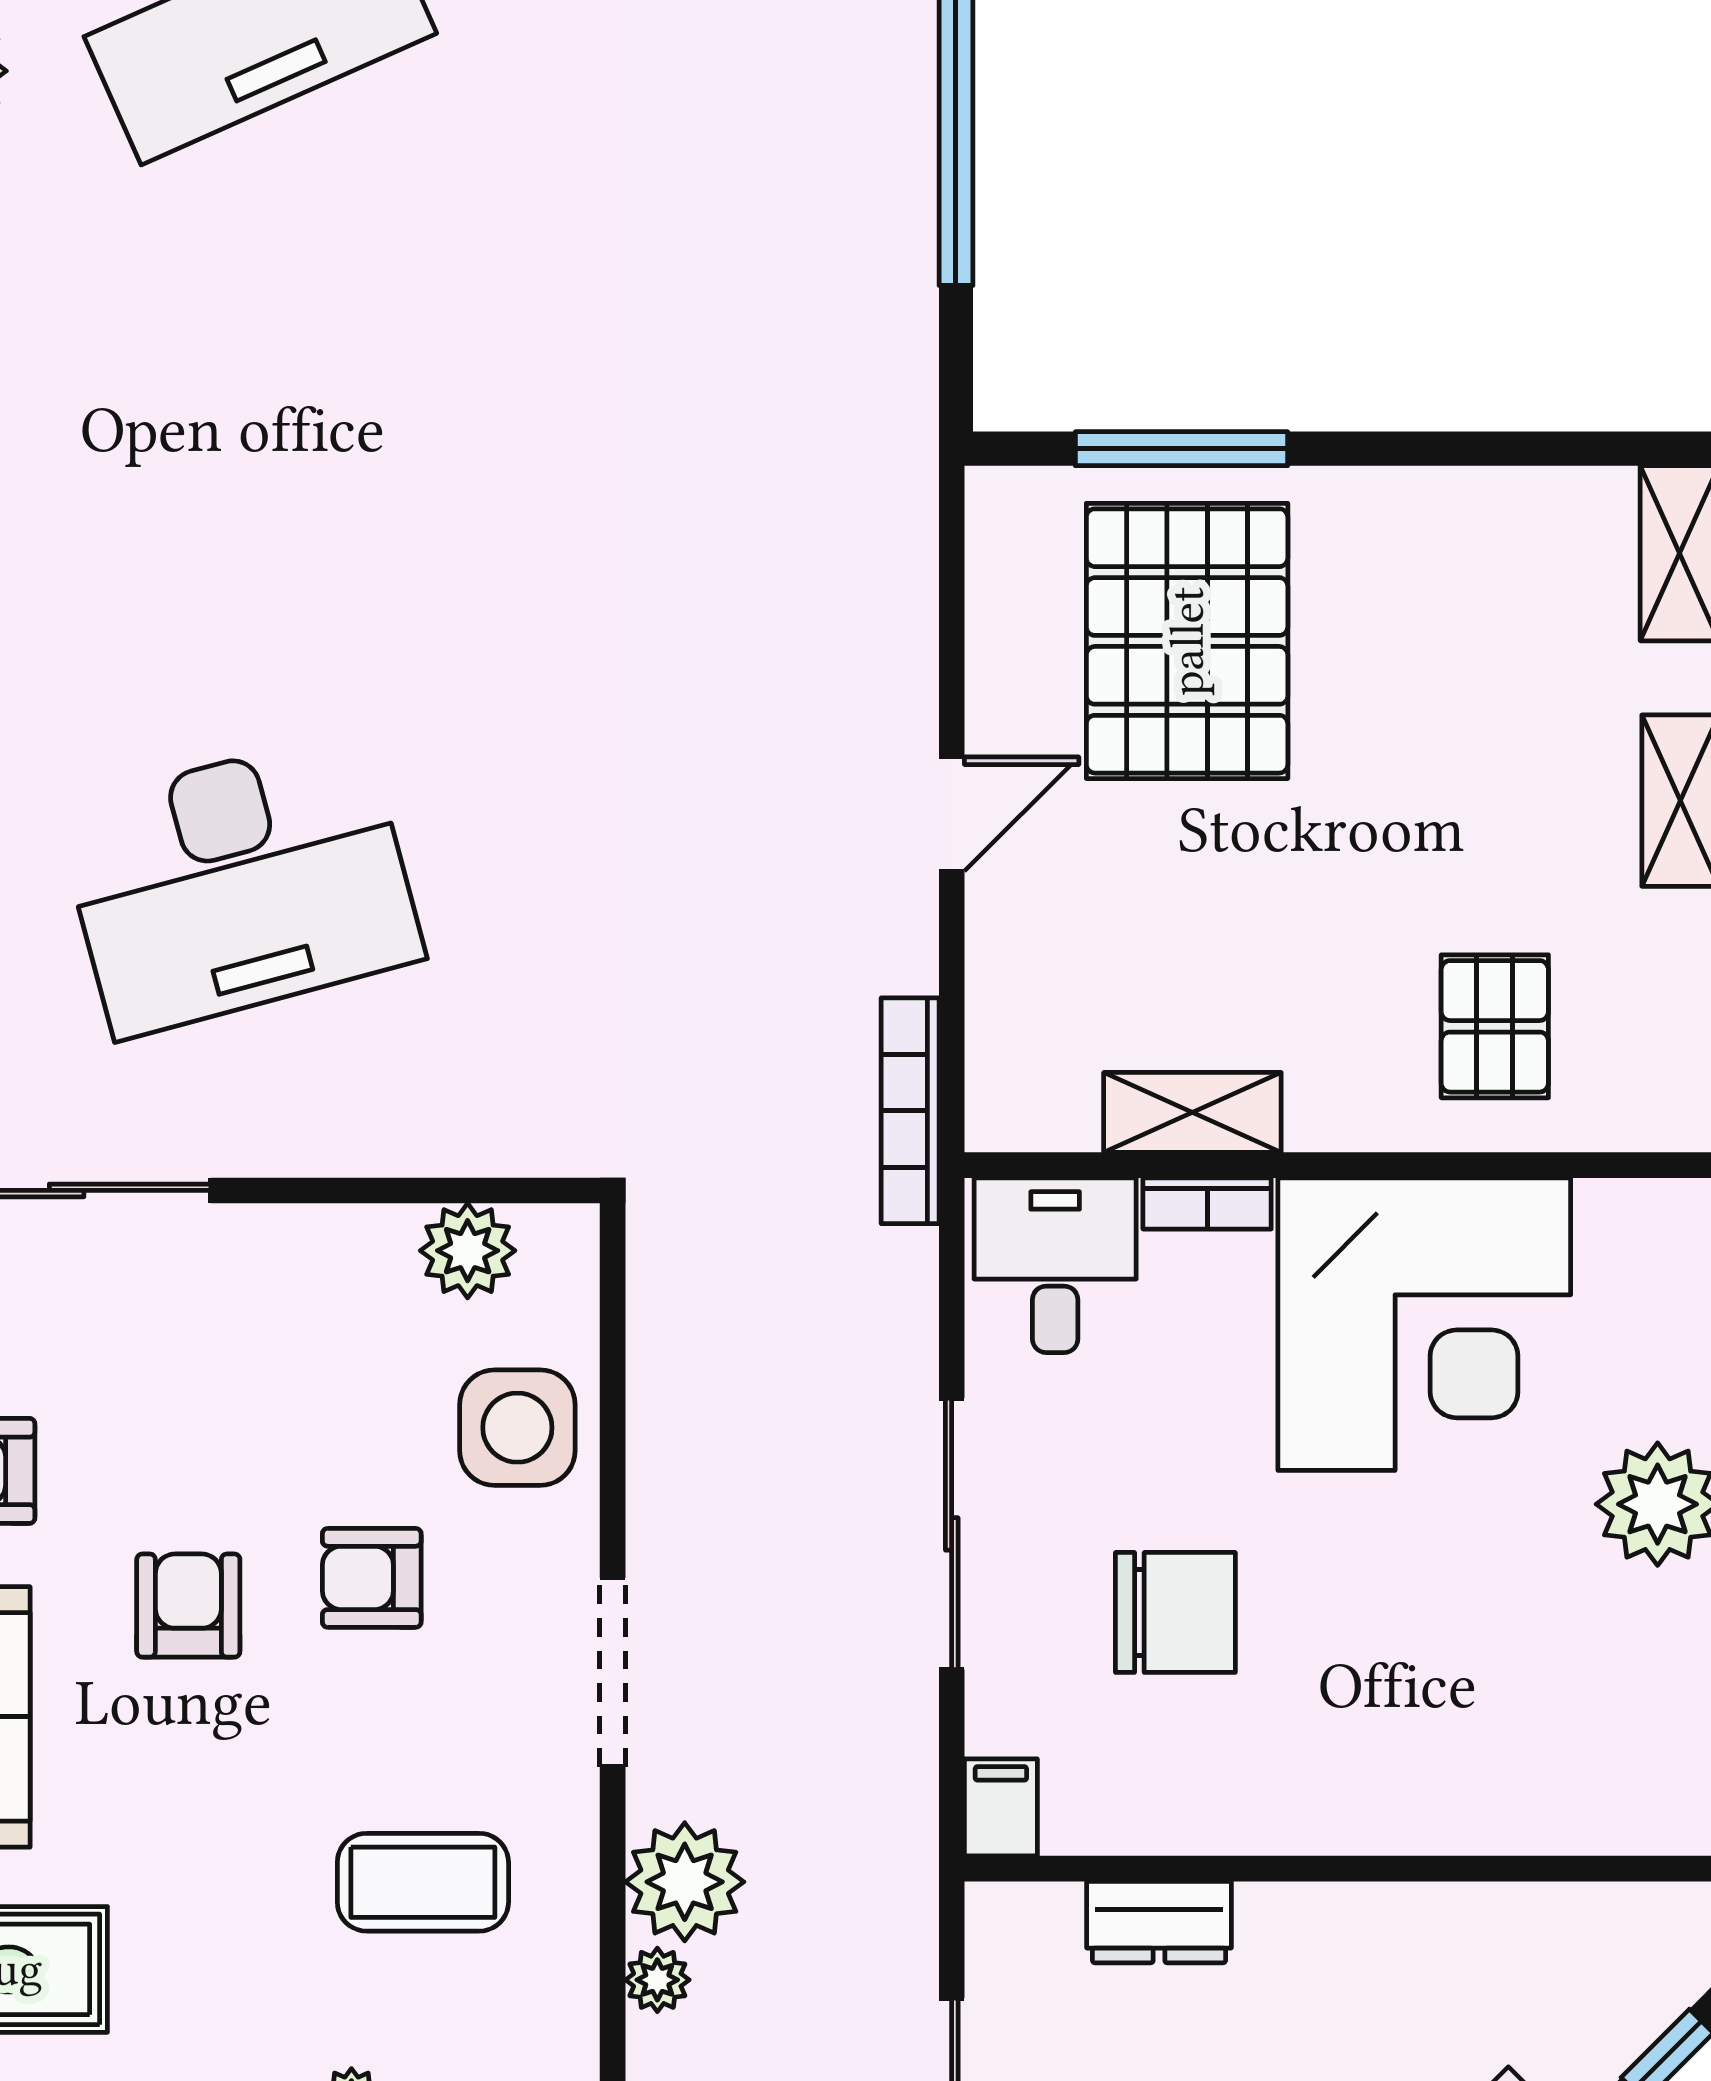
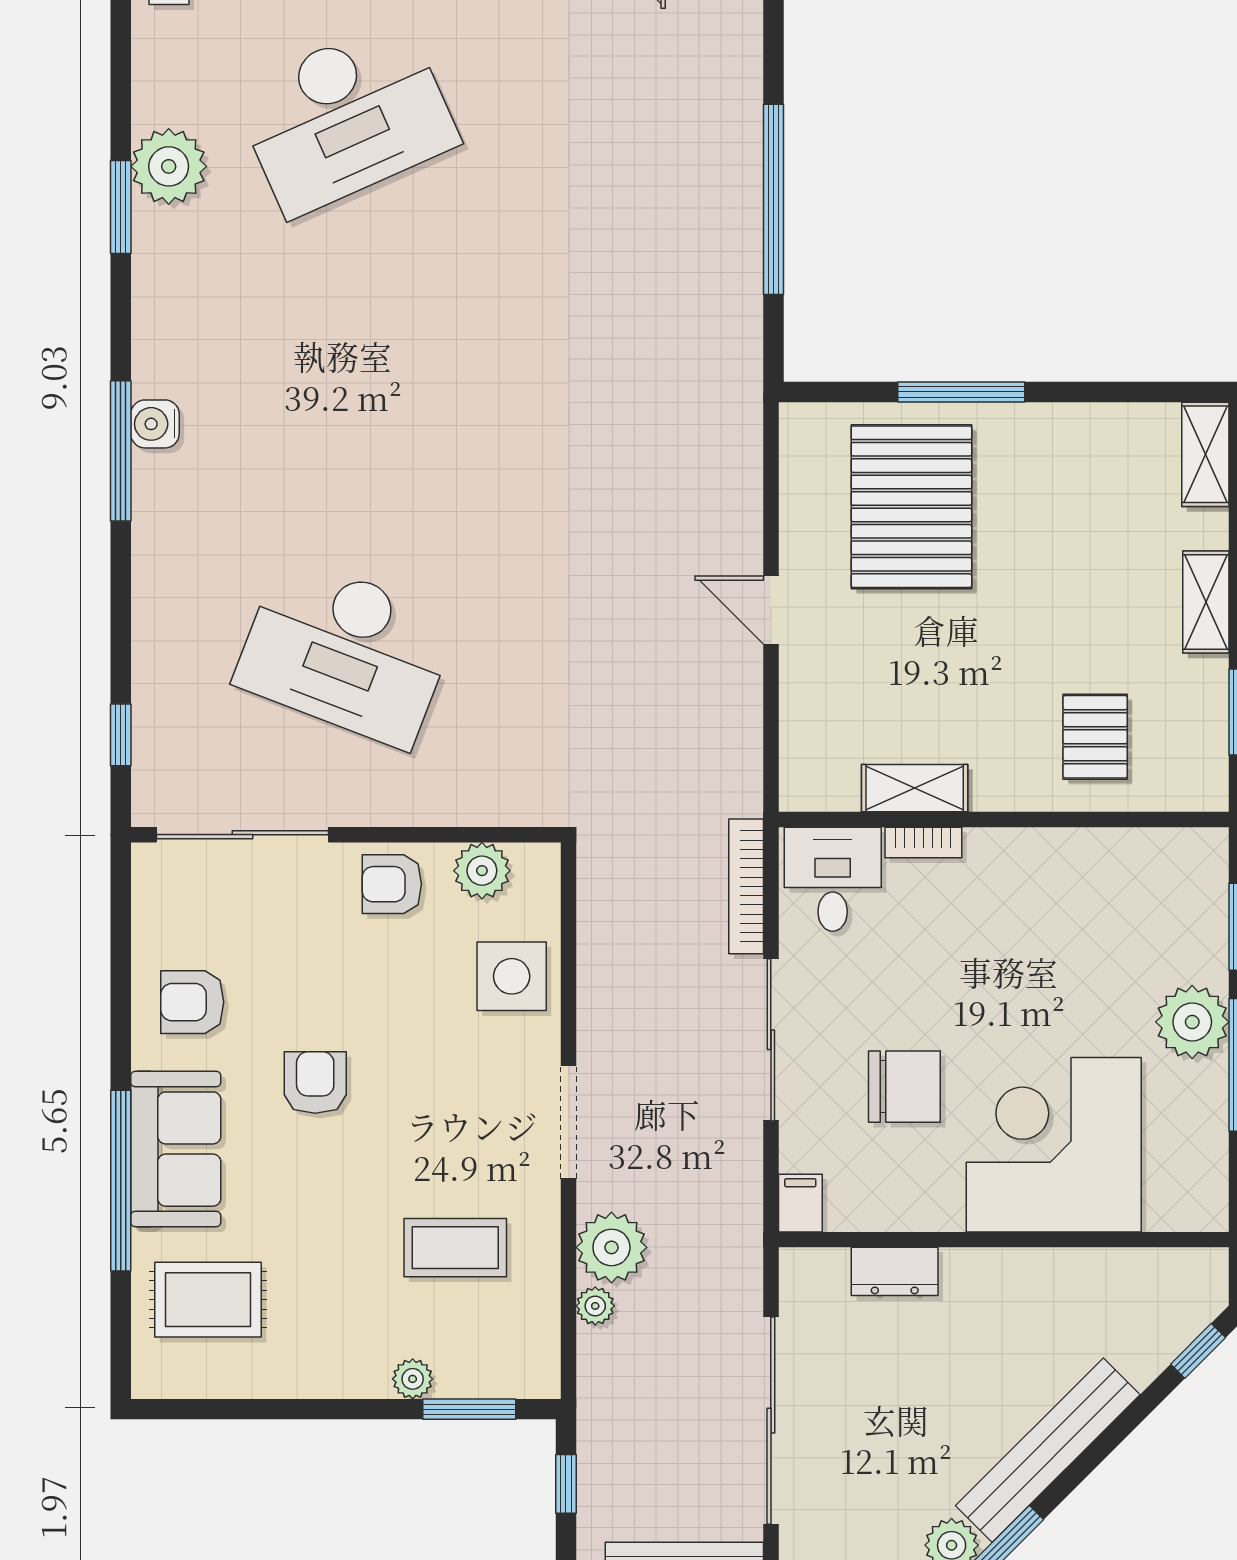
window: (1182, 449) -> (961, 392), moved
door: (952, 814) -> (771, 610), swing flipped
desk: (240, 884) -> (346, 652), turned 36
bookcase: (910, 1111) -> (746, 886), moved
corner desk: (1424, 1324) -> (1054, 1145), moved, turned 180
armchair: (372, 1578) -> (392, 884), moved

